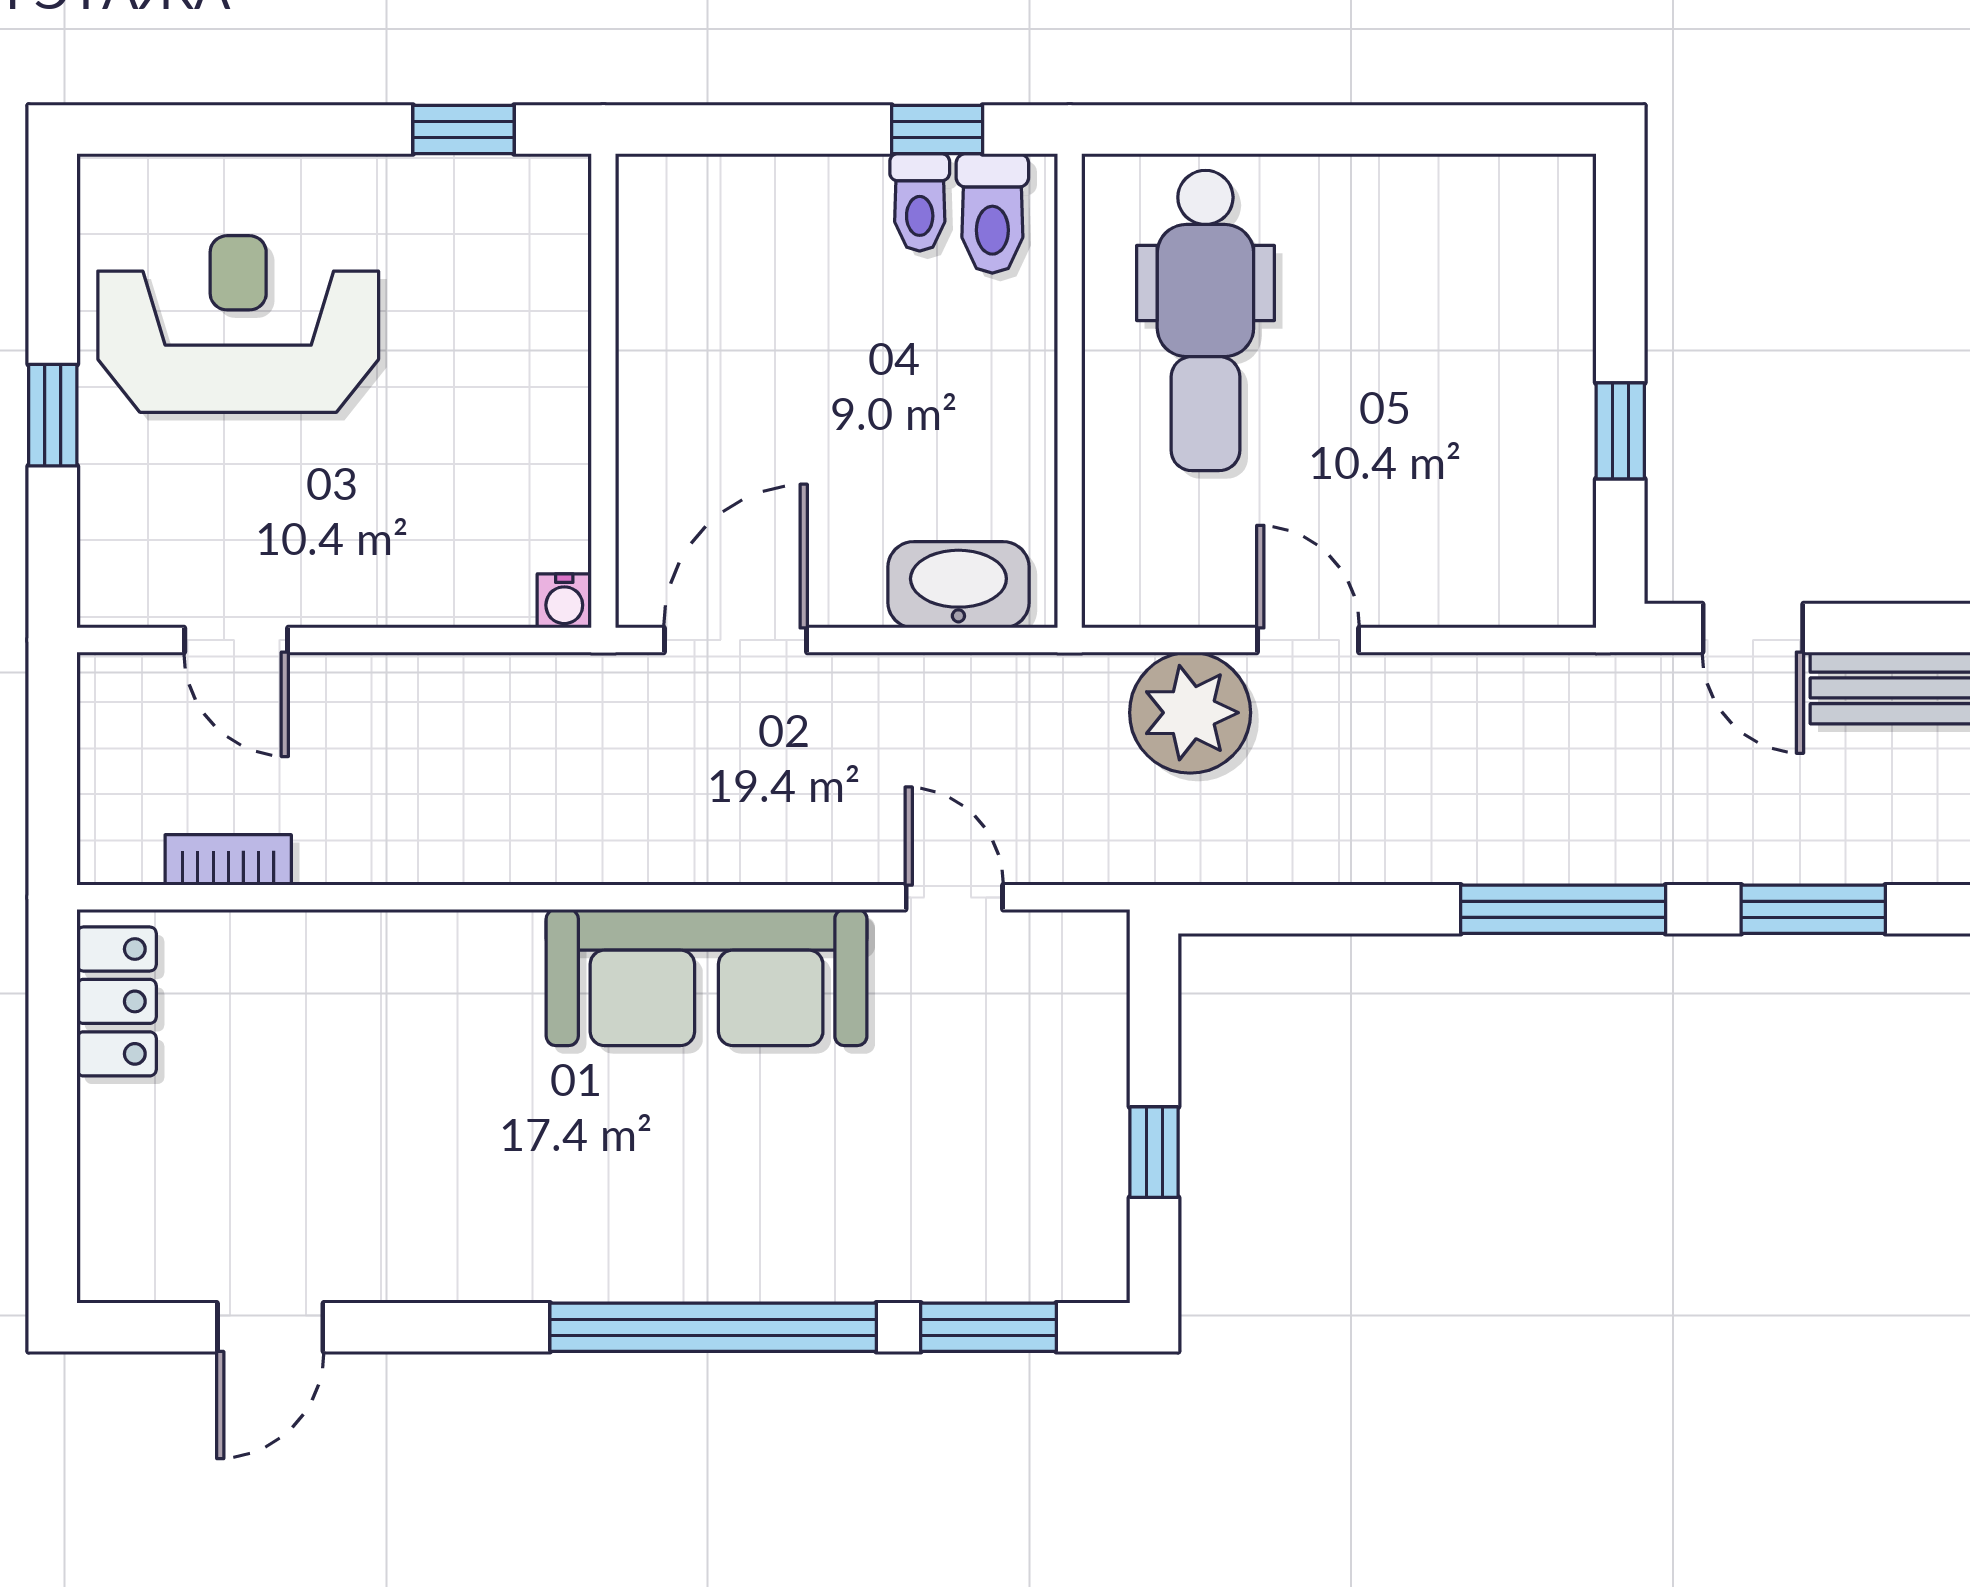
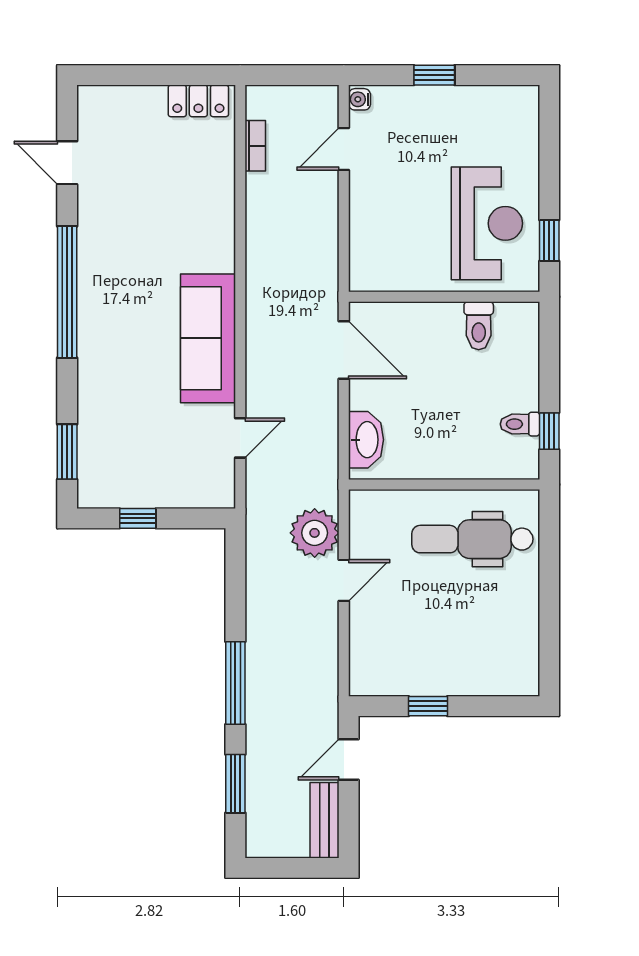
toilet: (992, 213) -> (479, 326), moved, turned -90
reception desk: (238, 324) -> (487, 223), moved
water cooler: (564, 601) -> (360, 99), moved
window: (713, 1327) -> (67, 292), moved

